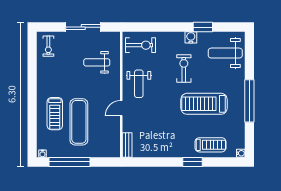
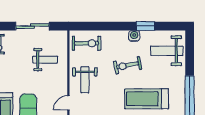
weight bench: (97, 62) -> (45, 60), turned 180
exercise bike: (184, 68) -> (128, 65), turned -101

